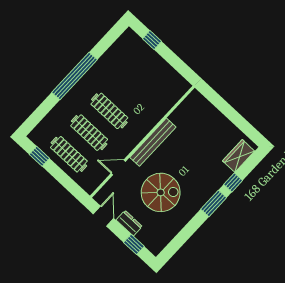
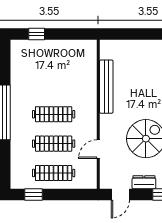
bench: (153, 142) -> (106, 87), moved
door: (103, 216) -> (120, 194), swing flipped

